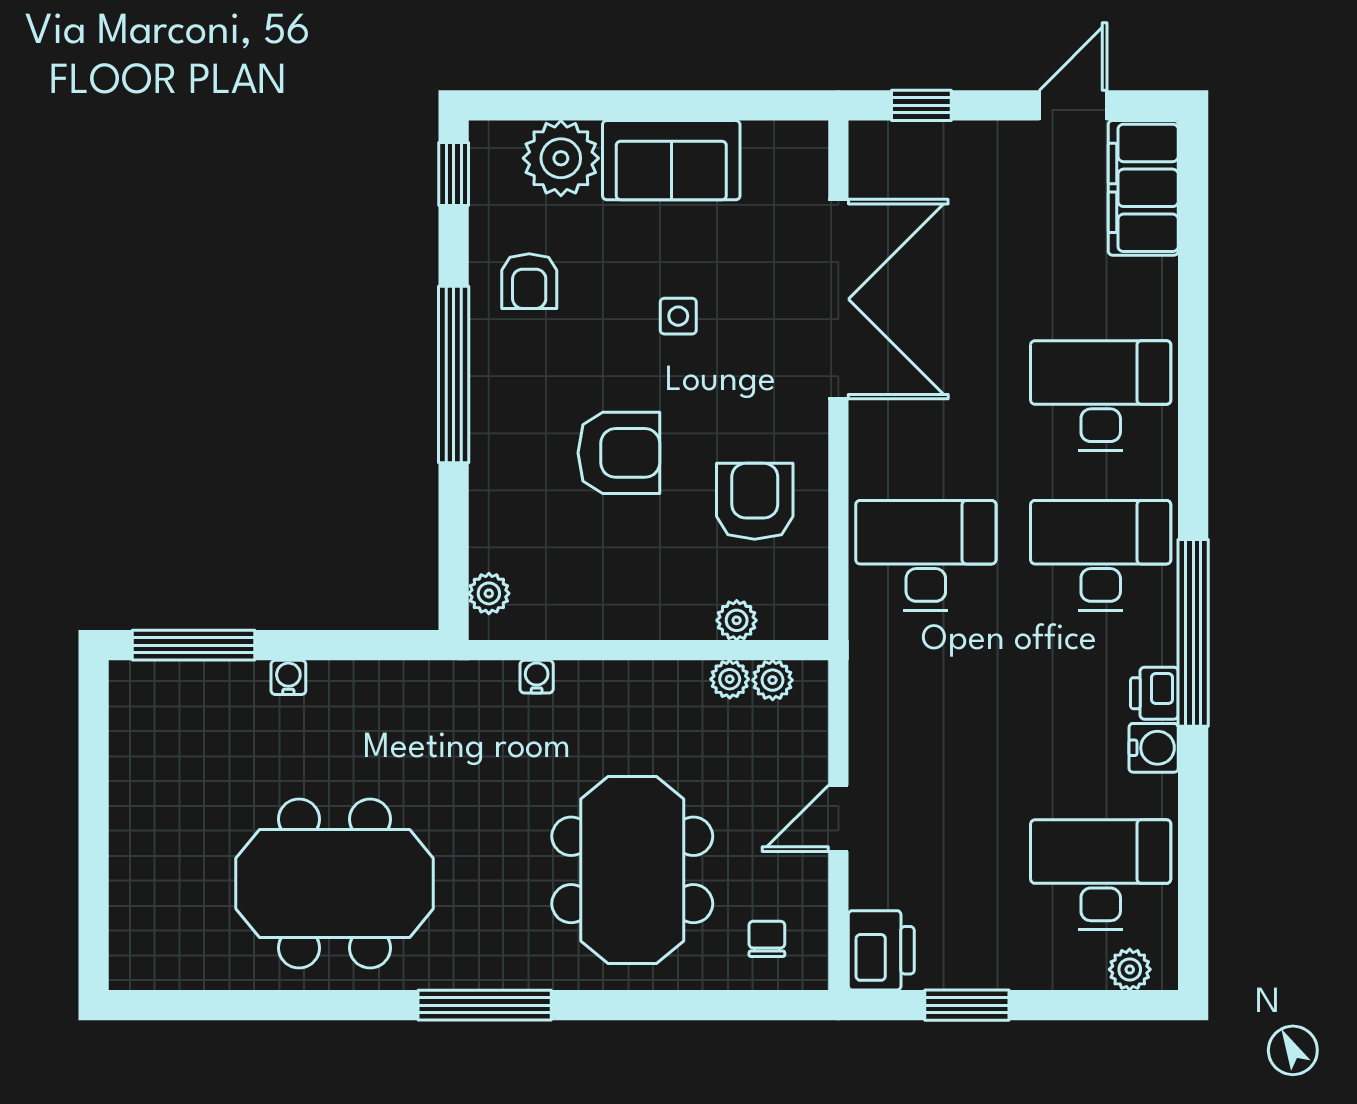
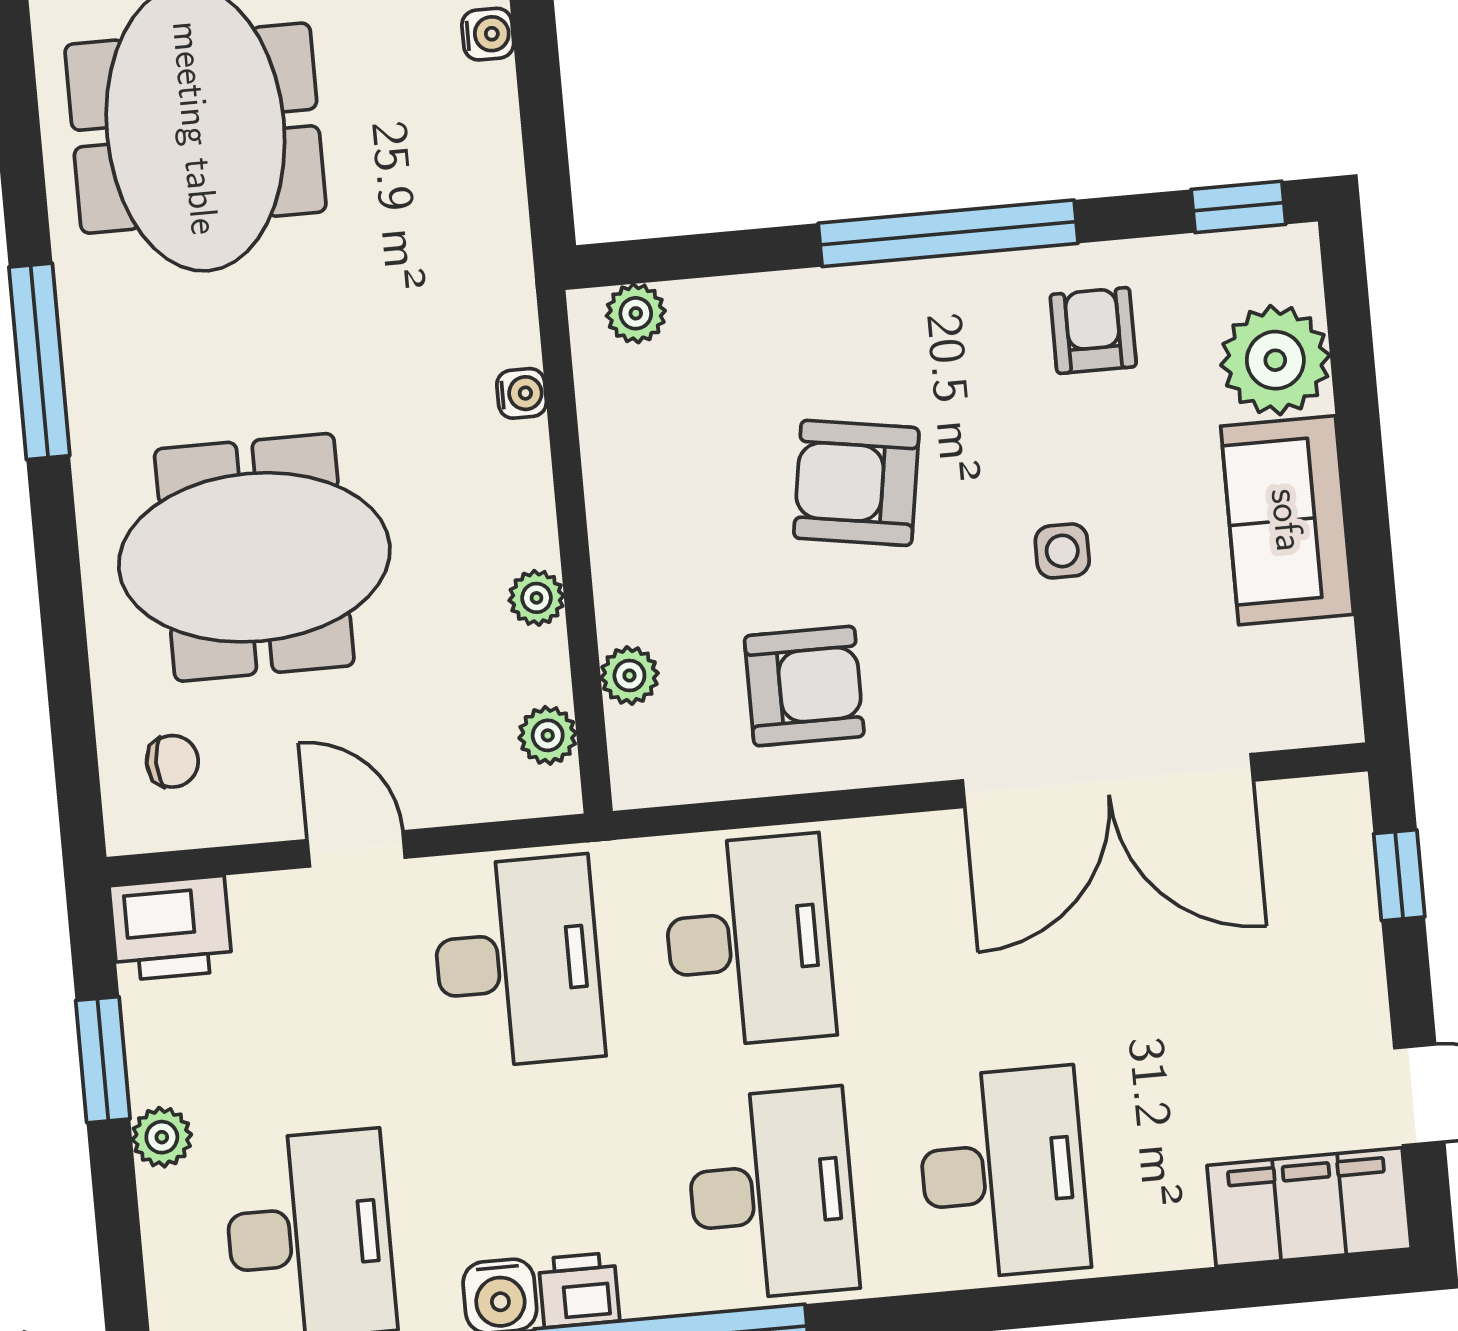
armchair: (529, 281) -> (1093, 331), turned 90
armchair: (619, 453) -> (856, 483), turned 99
plant: (730, 679) -> (537, 598), moved
desk: (926, 715) -> (517, 962), added
plant: (1130, 969) -> (162, 1137), moved

